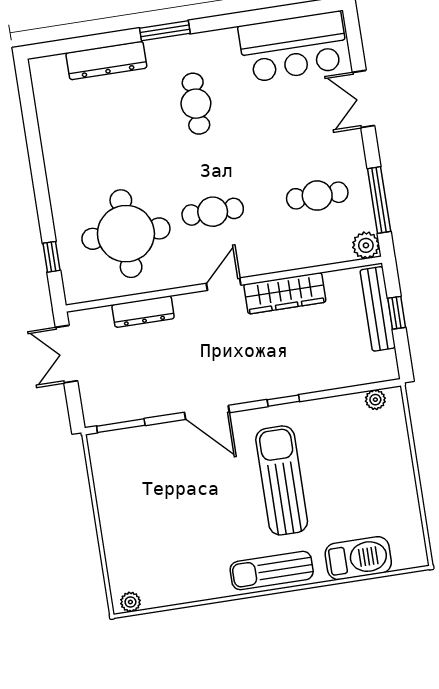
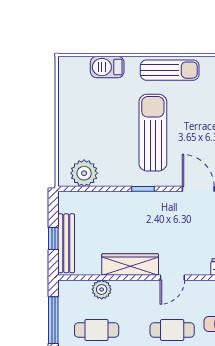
plant: (366, 245) -> (102, 289), moved
plant: (375, 400) -> (84, 173), width x1.88, depth x1.88
sun lounger: (282, 480) -> (153, 133), turned 180
barbecue: (358, 558) -> (107, 67), width x0.73, depth x0.83

